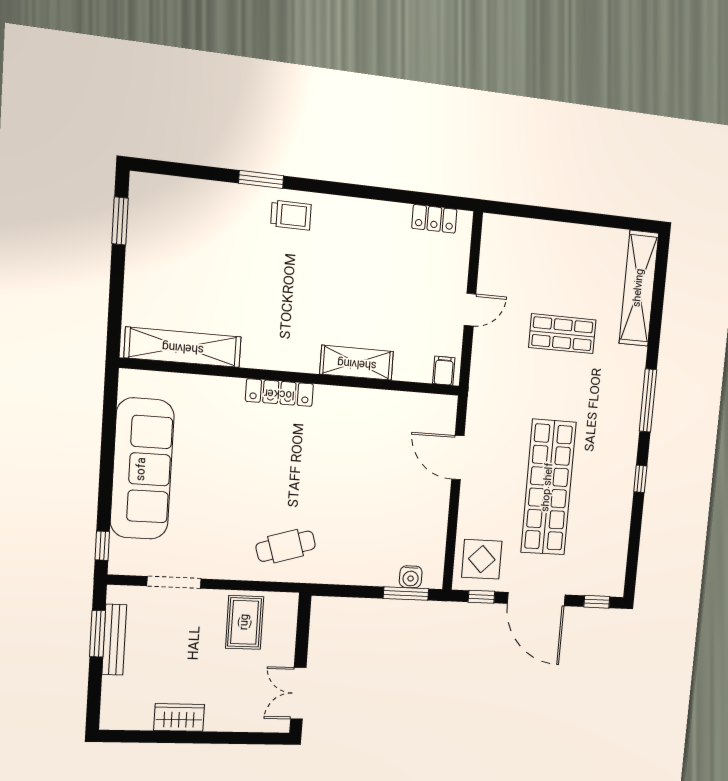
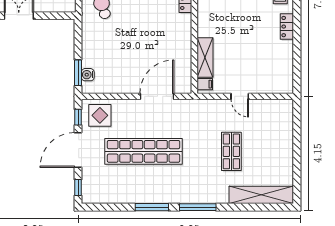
locker: (434, 219) -> (287, 27), moved
shelving: (357, 363) -> (205, 57), moved
door: (458, 458) -> (157, 96), width x1.36
window: (640, 479) -> (152, 207), width x2.17

